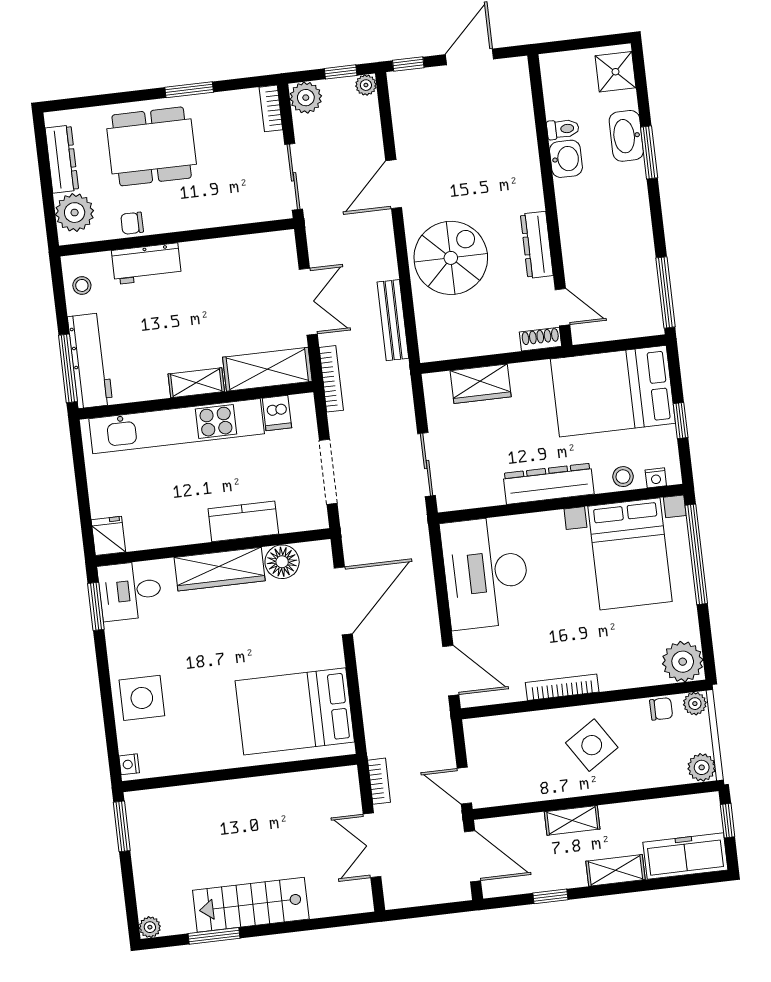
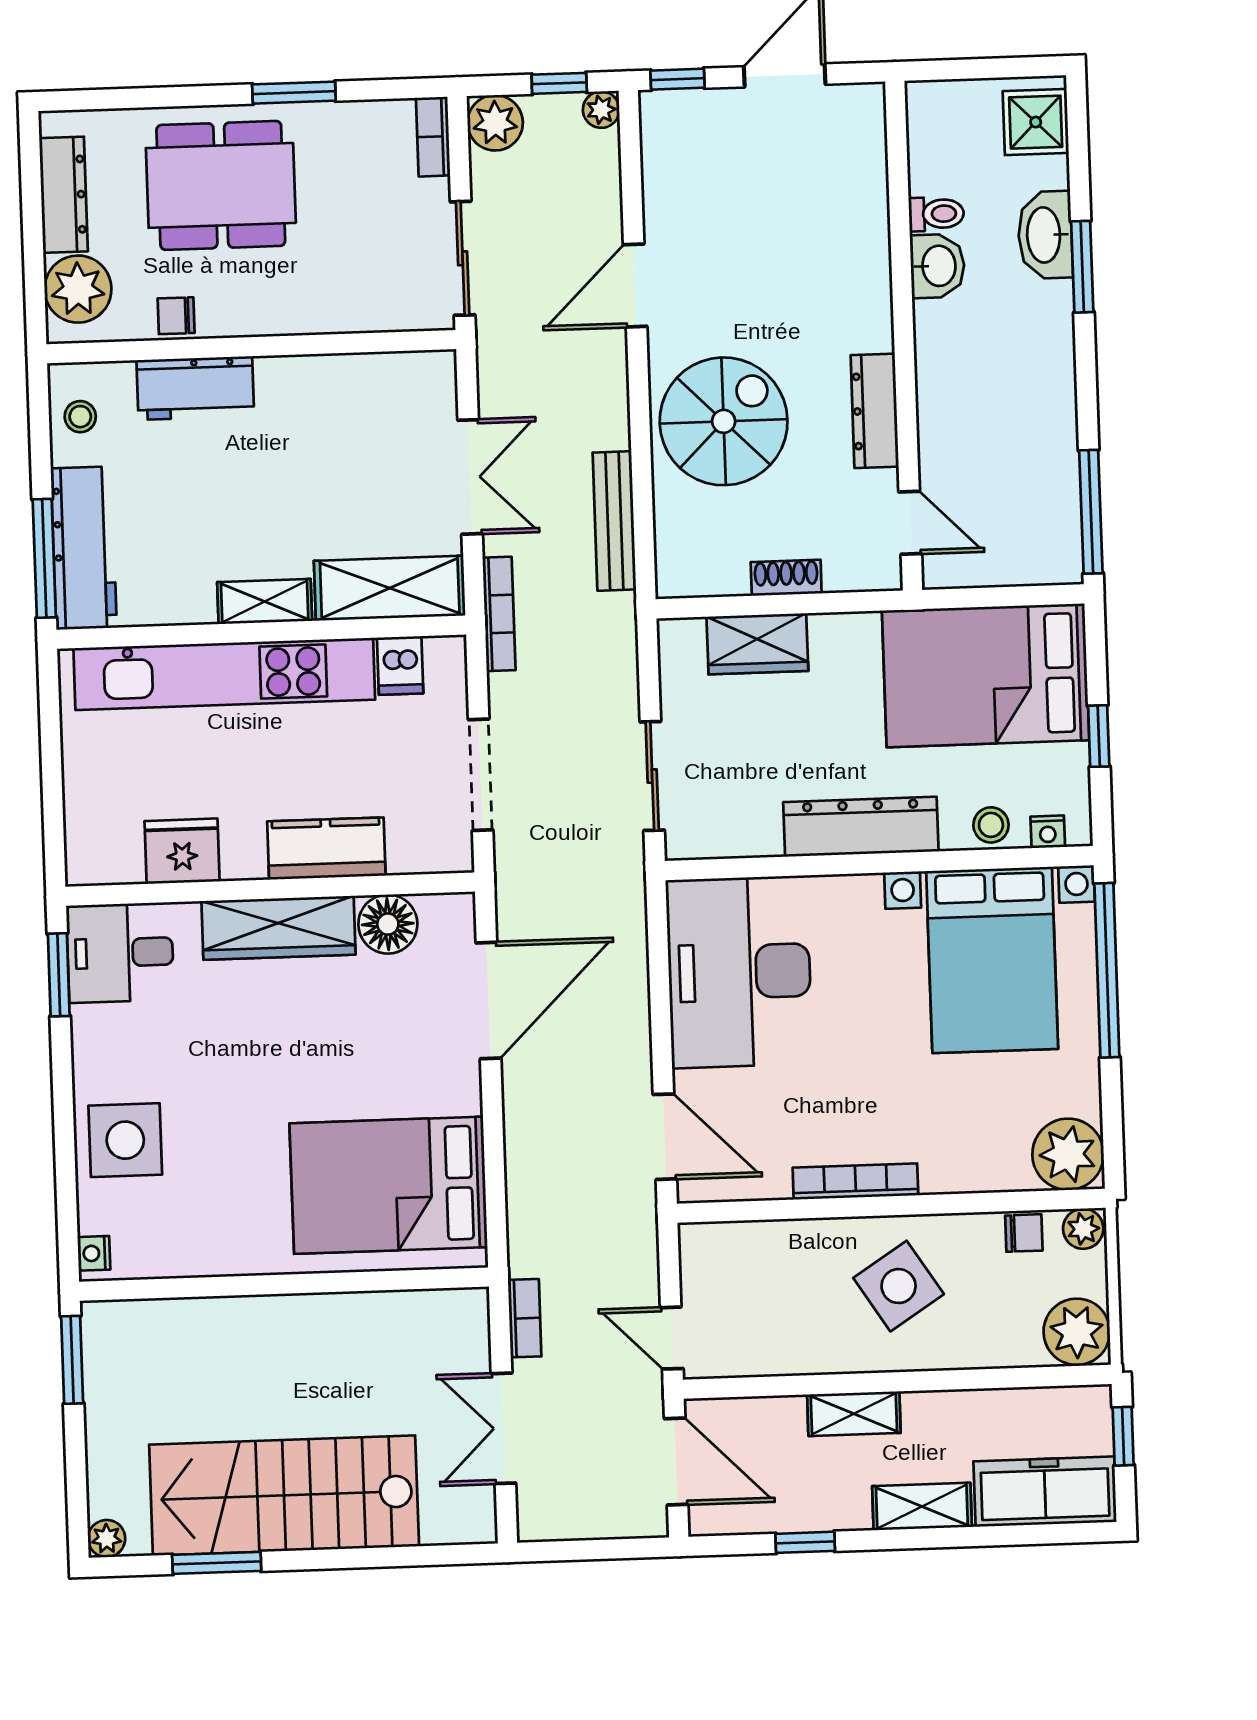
shoe rack: (540, 339) -> (786, 578), moved
fridge: (108, 536) -> (182, 851), moved, width x1.38
plant: (702, 767) -> (1077, 1332), width x1.36, depth x1.36
stairs: (251, 905) -> (284, 1495), width x1.36, depth x1.51

